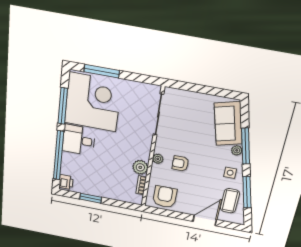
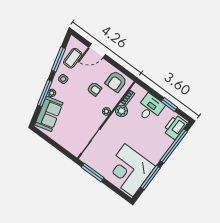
window: (102, 71) -> (93, 172), moved
desk: (79, 140) -> (150, 108), moved, turned -90
armchair: (180, 164) -> (94, 89), moved
printer: (66, 182) -> (175, 127), width x1.87, depth x1.48

